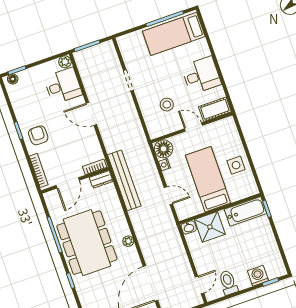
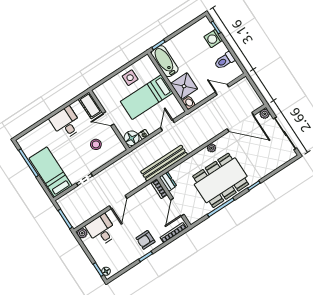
bed: (174, 34) -> (51, 172), moved, turned 180
door: (193, 127) -> (108, 119), hinge flipped
door: (68, 183) -> (177, 207), swing flipped
door: (200, 285) -> (222, 89), moved

